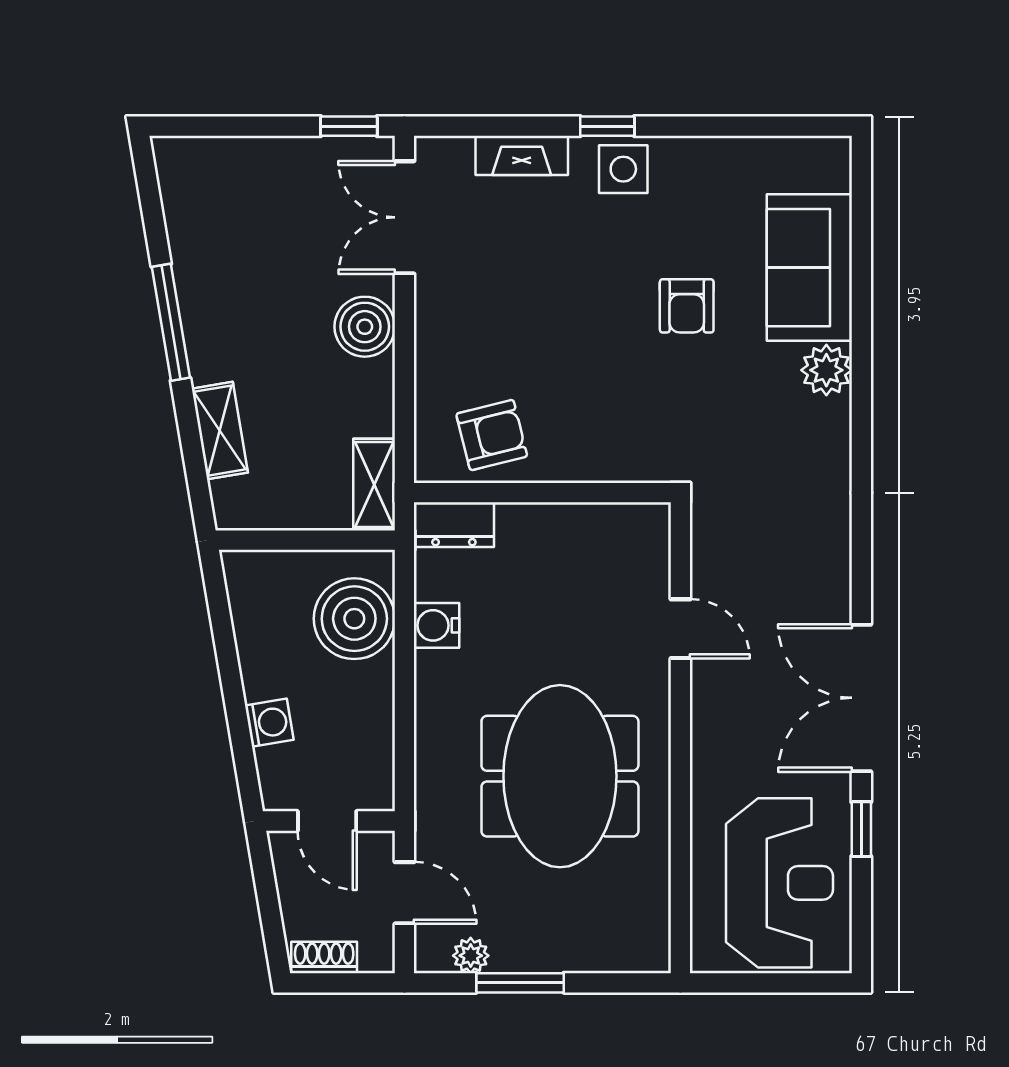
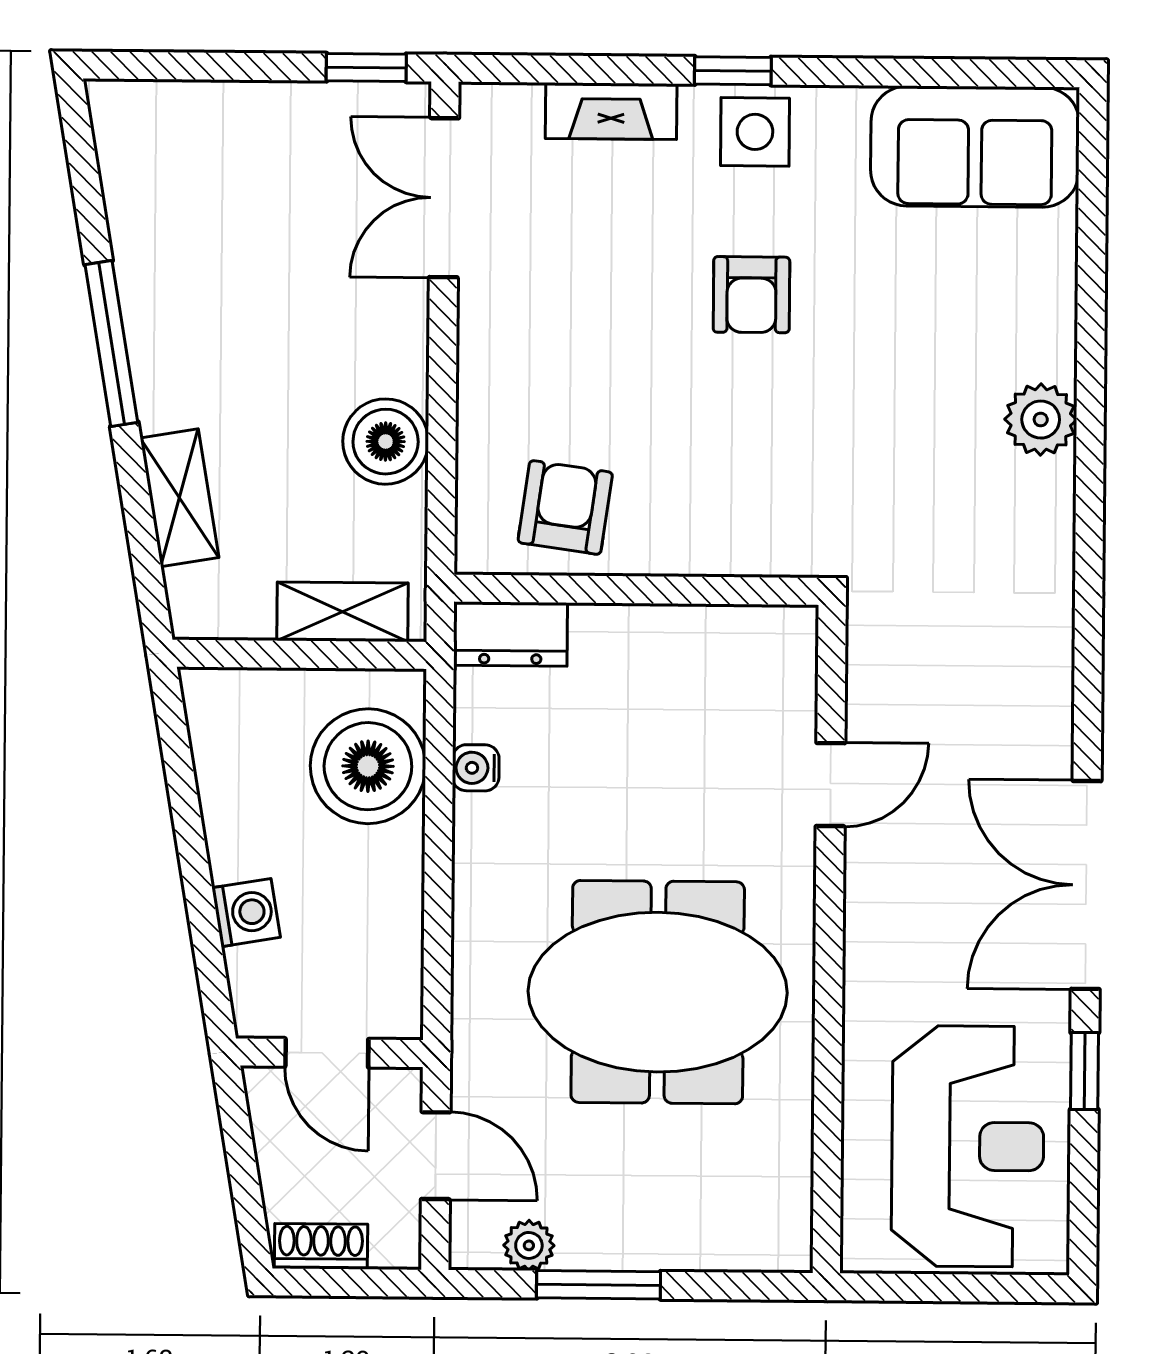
sofa: (809, 268) -> (975, 147), moved, turned -90
armchair: (687, 306) -> (751, 295), moved
boiler: (365, 327) -> (386, 442), moved
armchair: (492, 435) -> (565, 507), turned -68
shelving: (374, 485) -> (342, 612), moved, turned 90
water cooler: (437, 625) -> (476, 768), width x0.72, depth x0.72
door: (680, 629) -> (830, 785), hinge flipped
meeting table: (560, 776) -> (658, 992), turned 90

